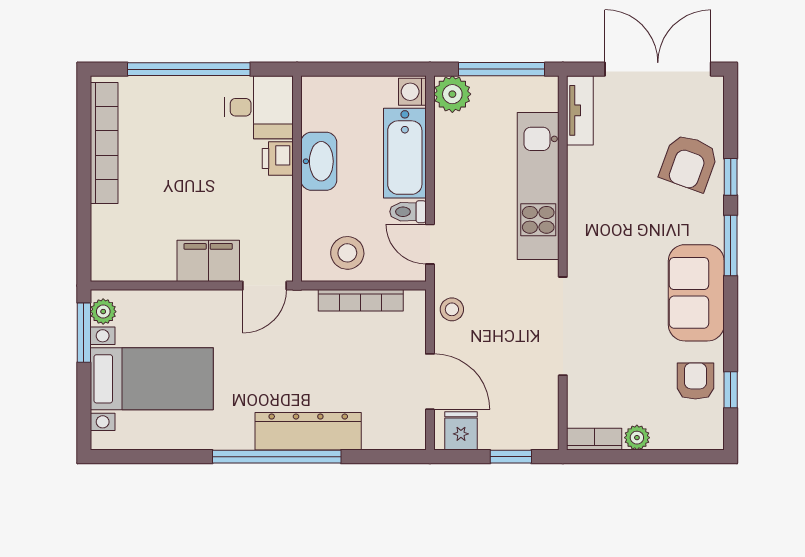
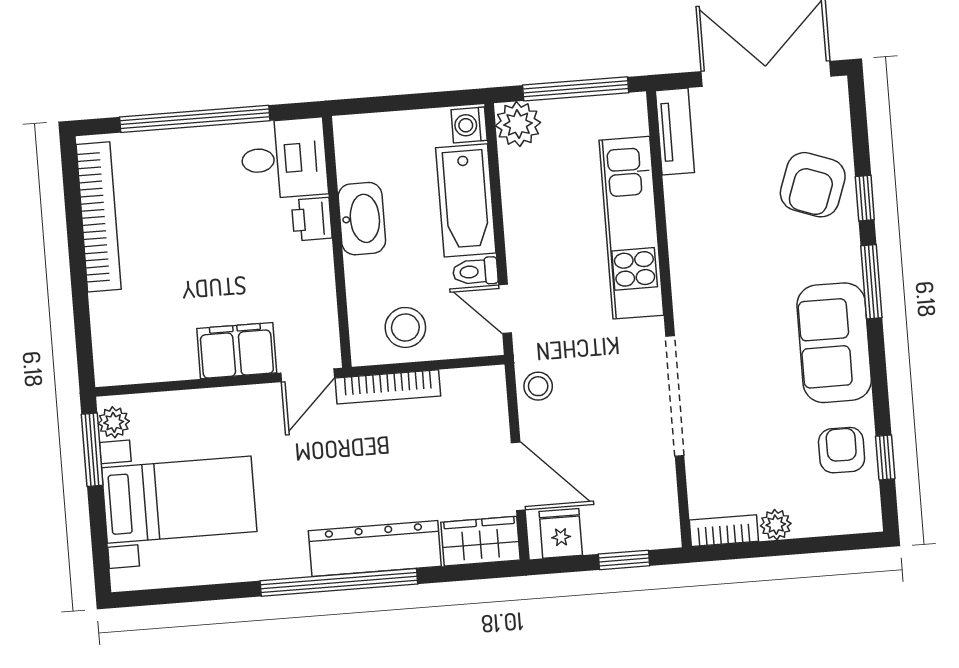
bookcase: (361, 300) -> (388, 387), moved
wardrobe: (395, 432) -> (480, 541), added

